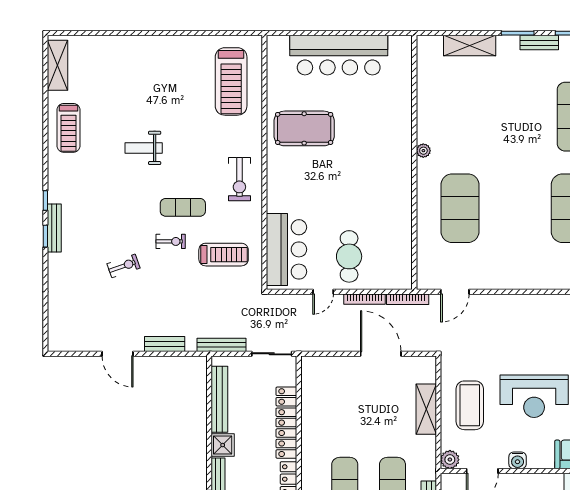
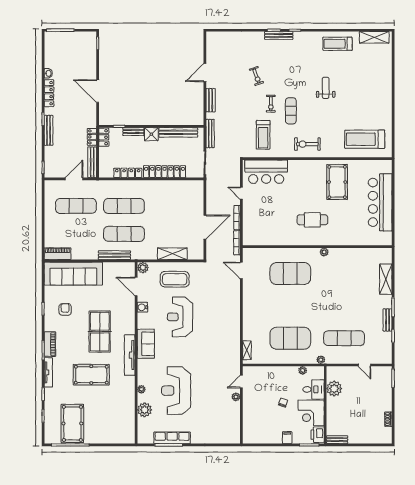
cafe table: (349, 256) -> (312, 220), moved

